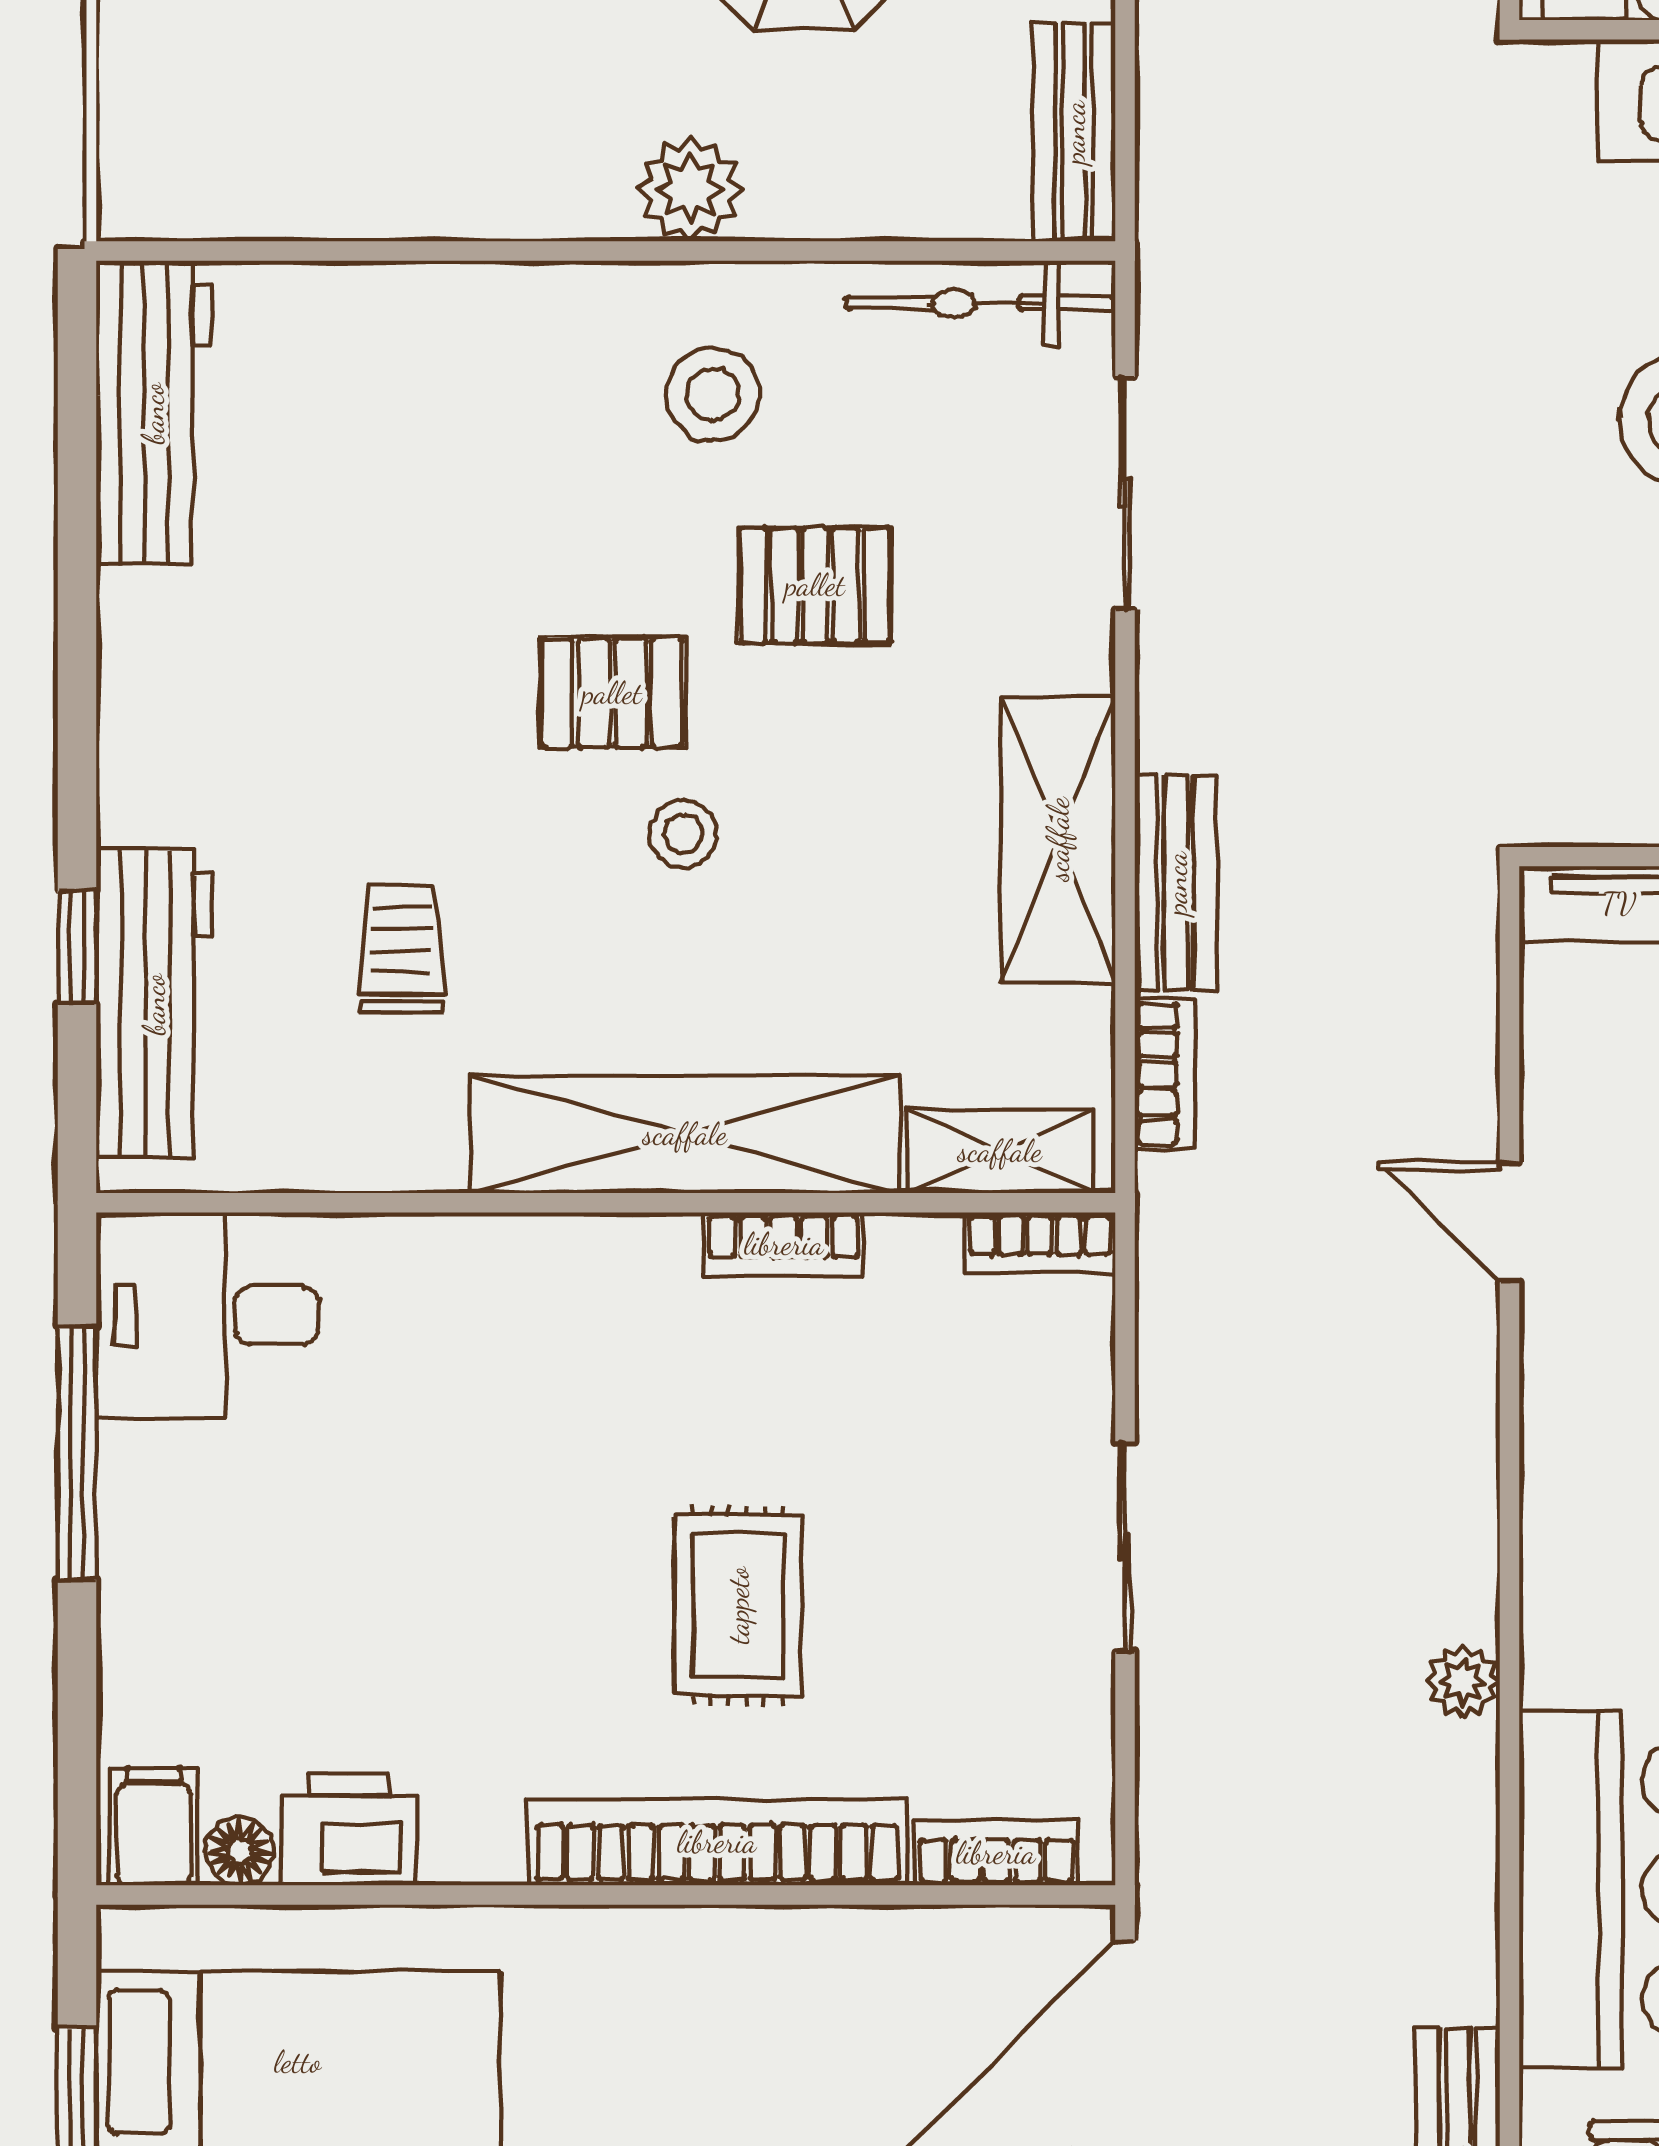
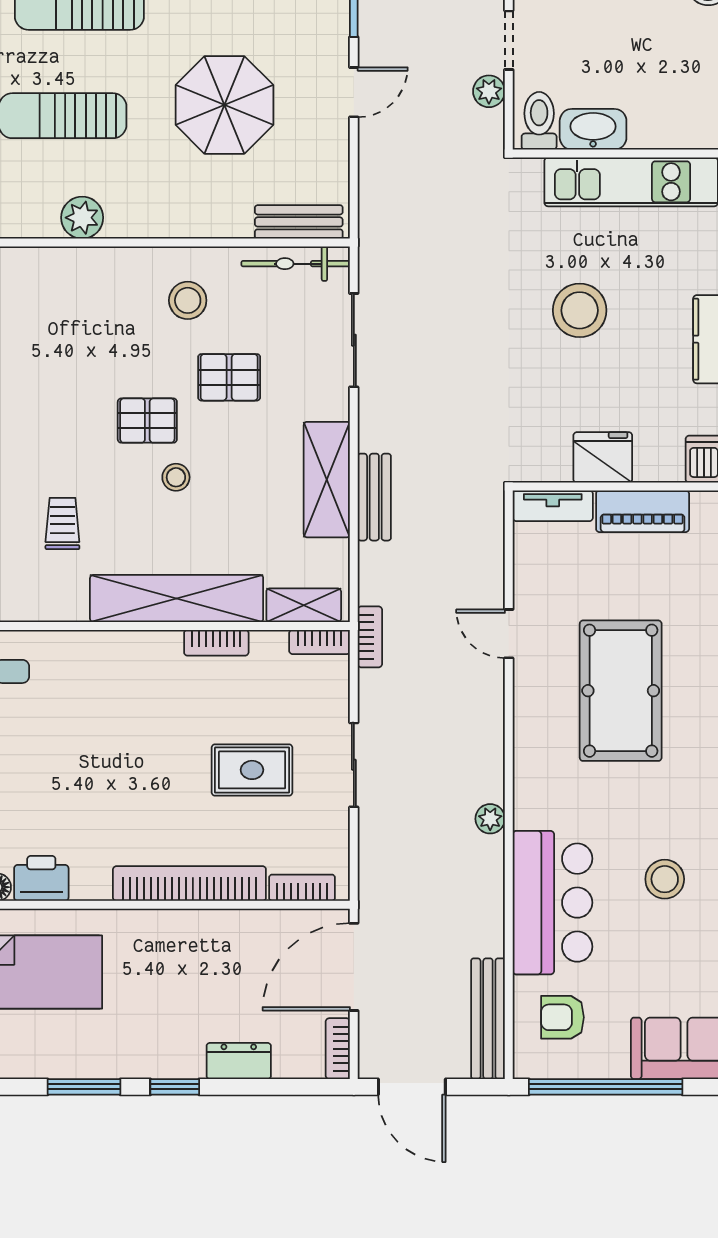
bench: (1074, 132) -> (299, 222), moved, turned 90
plant: (690, 189) -> (82, 218), moved
bookcase: (1165, 1074) -> (370, 637), moved
rug: (738, 1605) -> (252, 770), moved, turned 90

